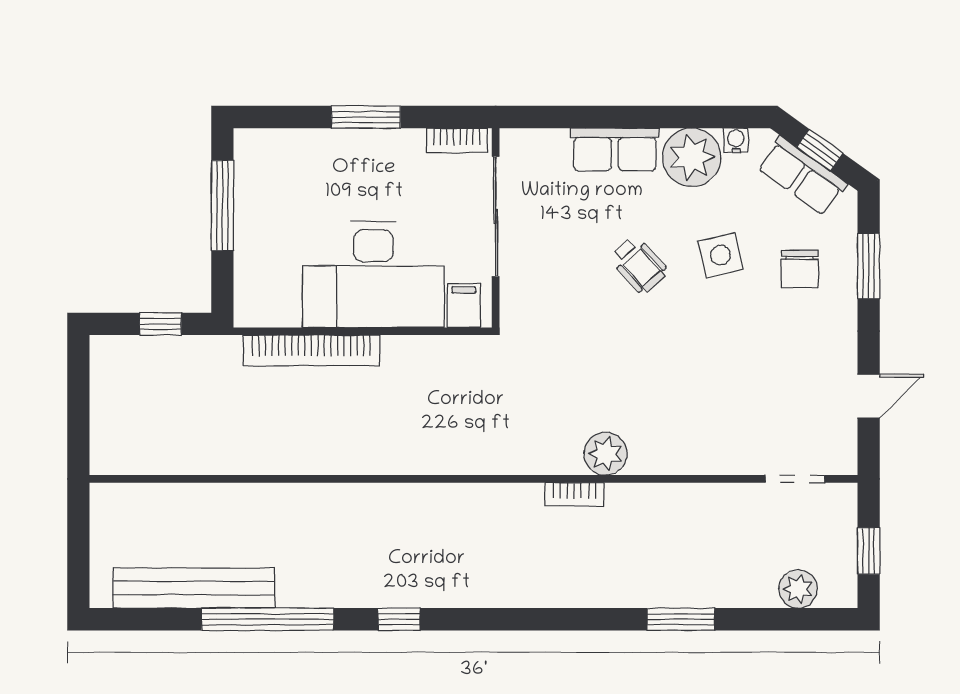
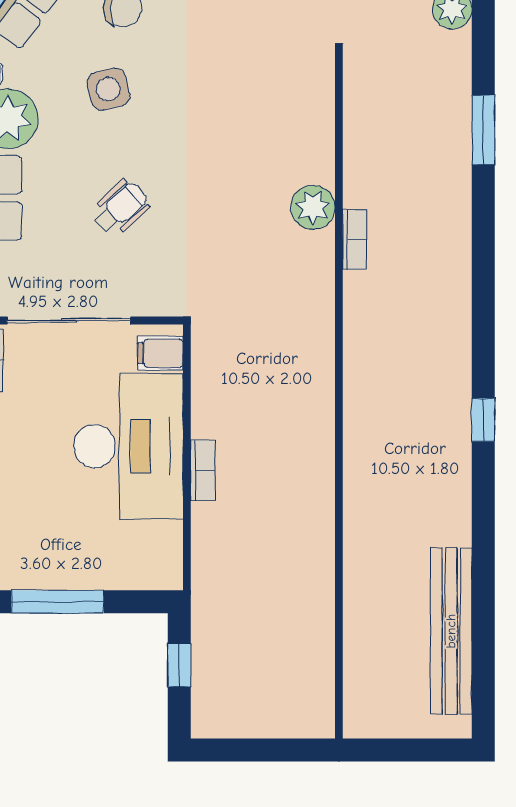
wheelchair: (639, 265) -> (120, 208), moved
bookcase: (311, 350) -> (203, 470), width x0.43, depth x0.76
window: (268, 619) -> (483, 555), removed

